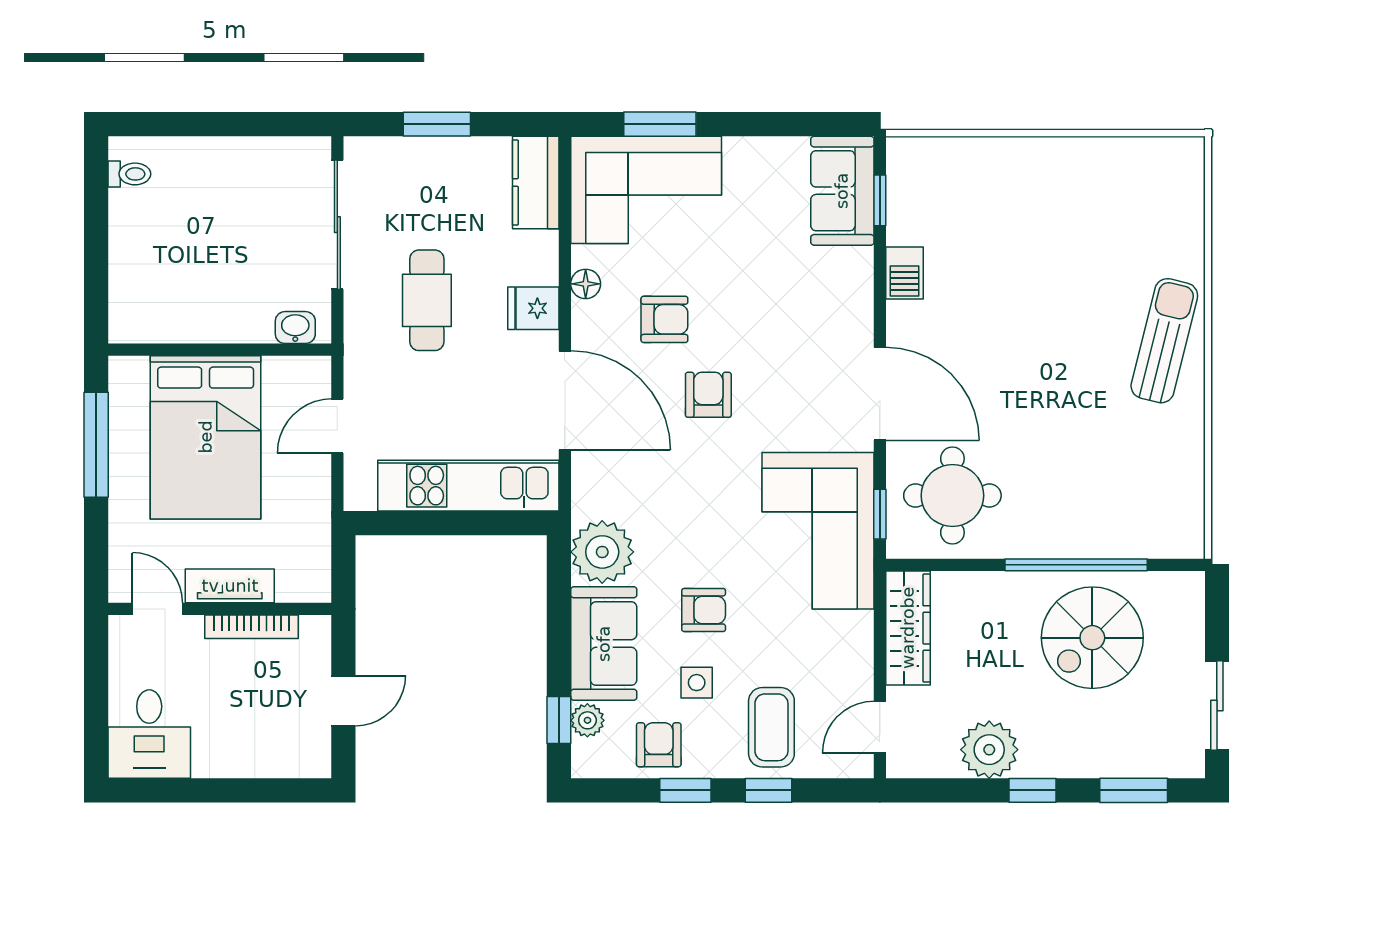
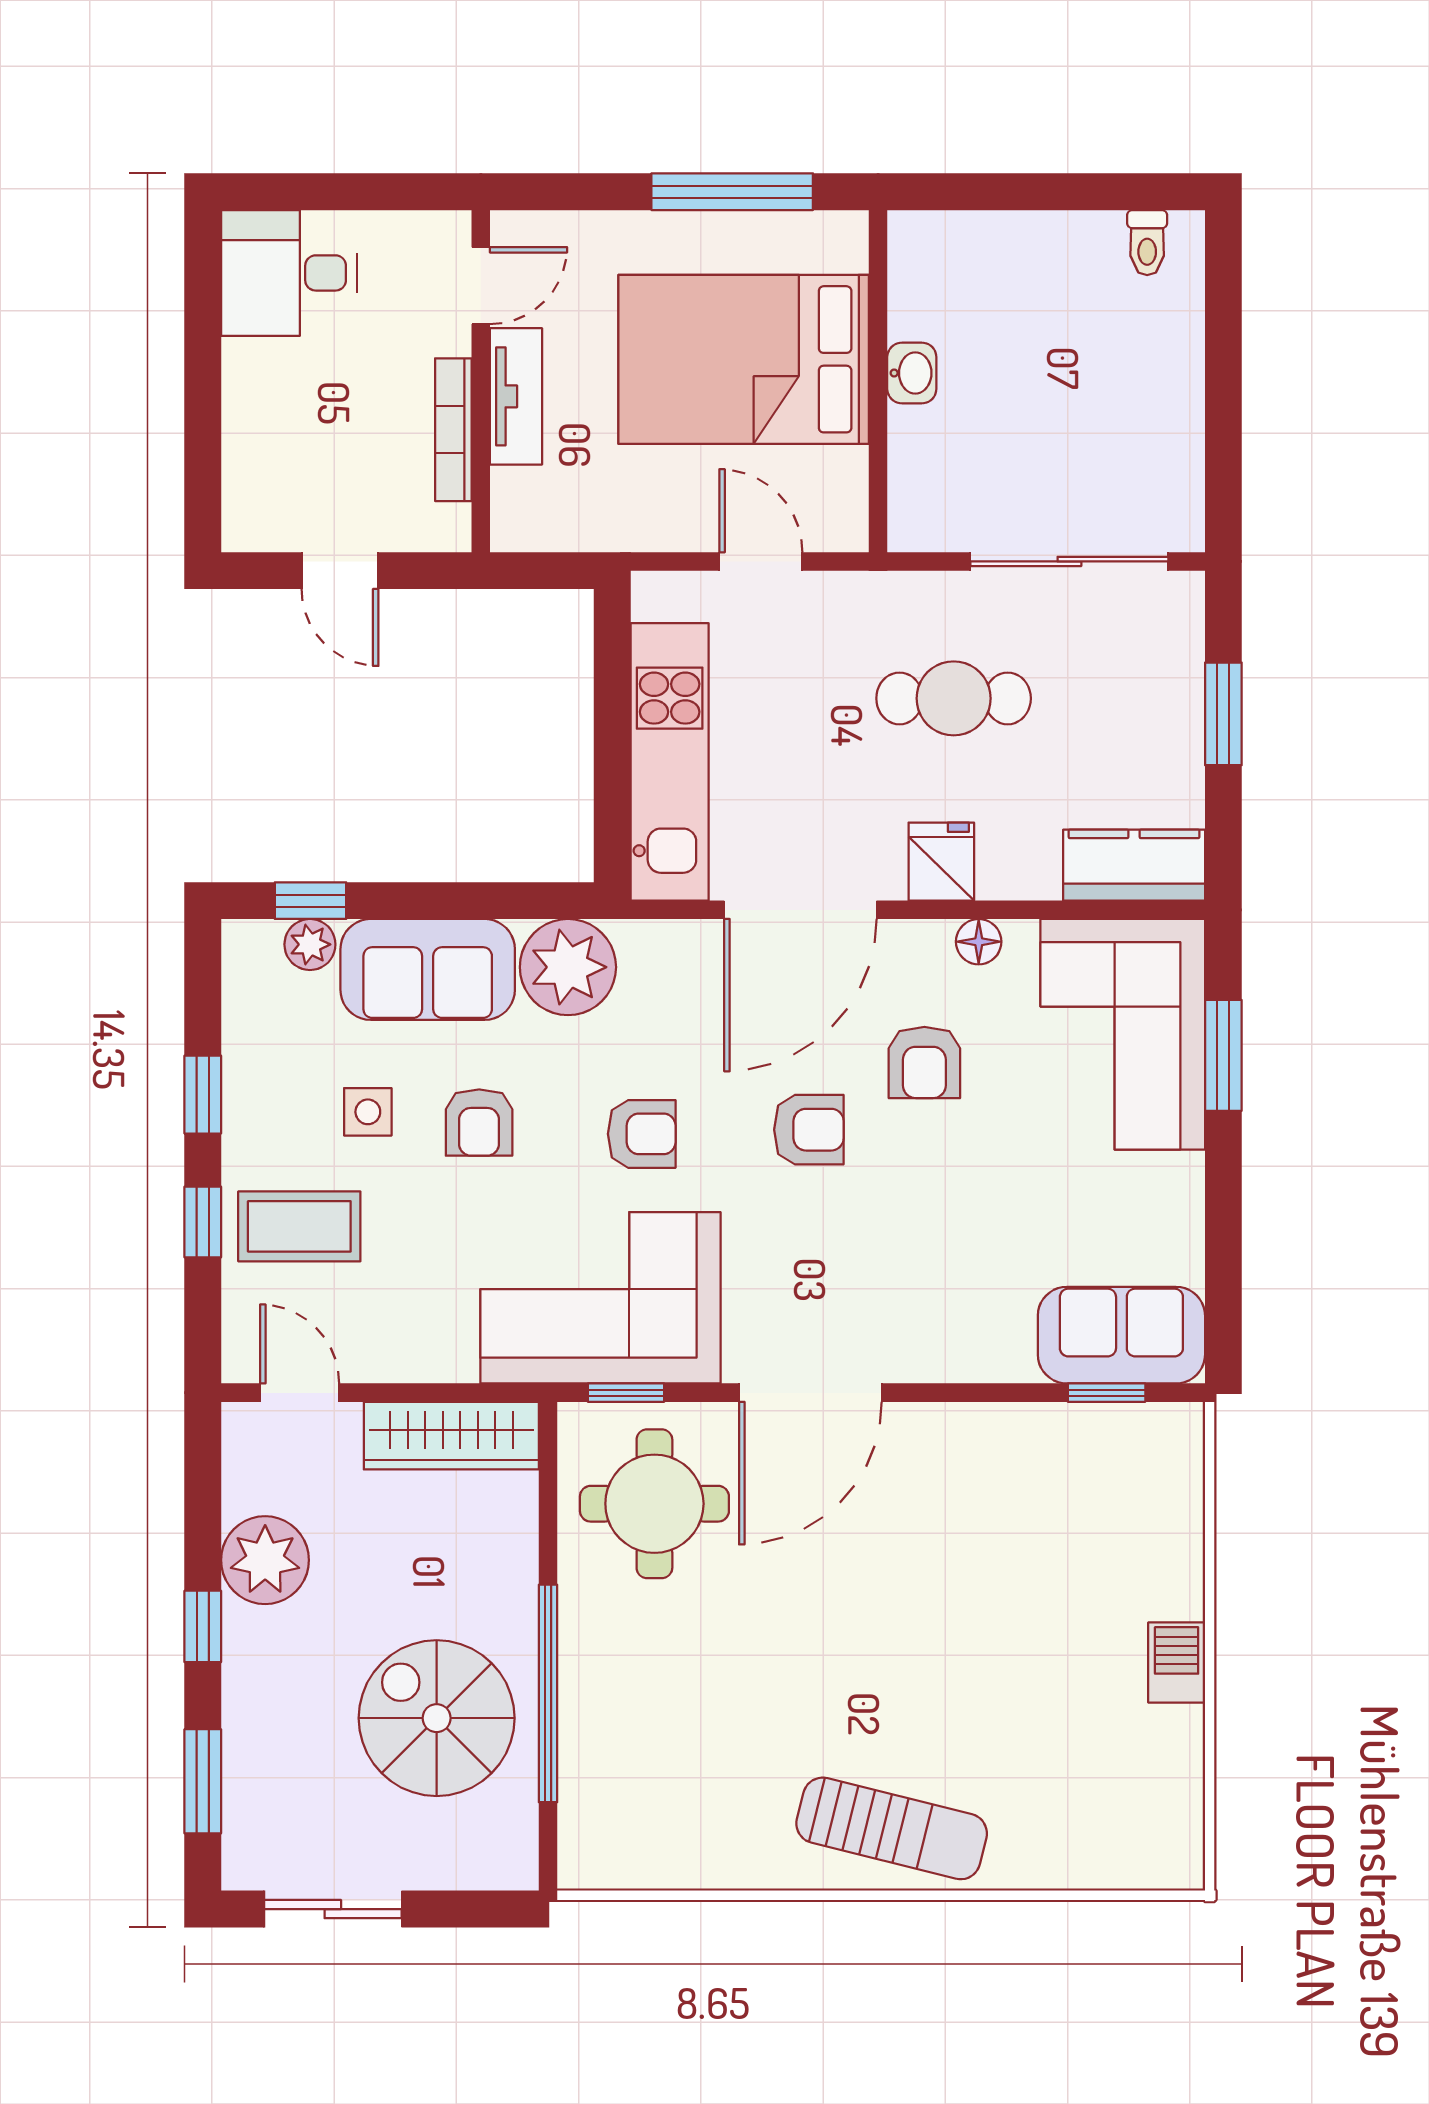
barbecue: (904, 273) -> (1177, 1662), moved, turned 90
washbasin: (295, 328) -> (912, 373), moved
armchair: (659, 745) -> (642, 1134), moved

